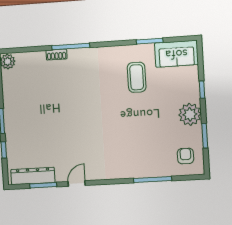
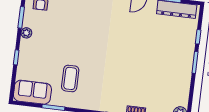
plant: (190, 114) -> (26, 33), width x0.53, depth x0.53

